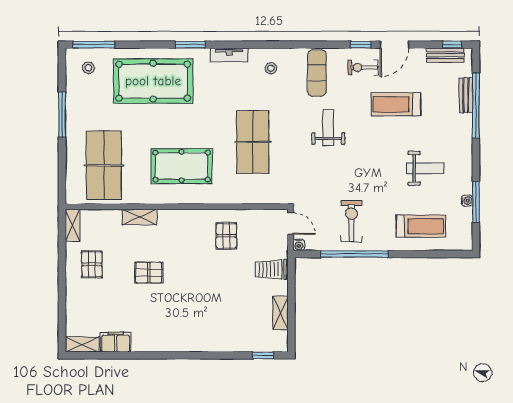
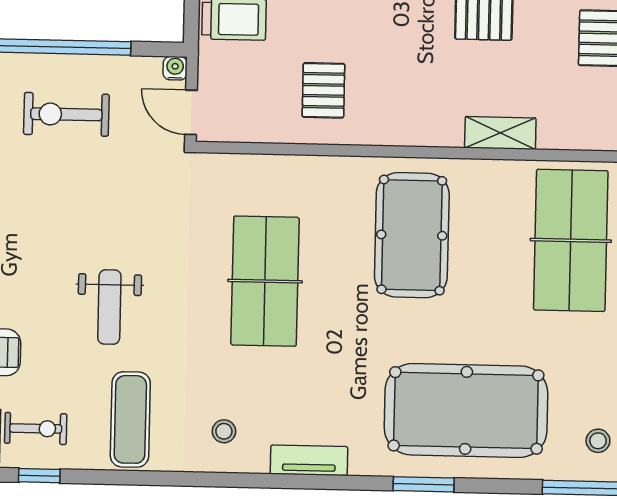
window: (190, 45) -> (424, 484), moved
pool table: (182, 166) -> (412, 235), turned 90
exercise bike: (351, 221) -> (66, 114), turned 90

